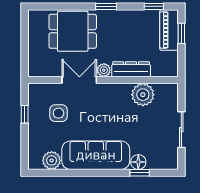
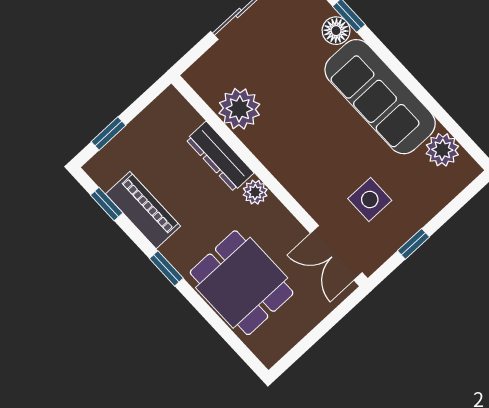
piano: (169, 30) -> (143, 210), moved, turned -90
double door: (79, 80) -> (336, 253), moved

